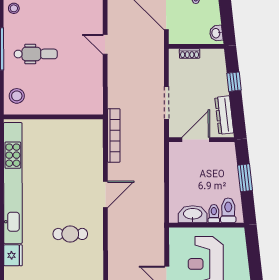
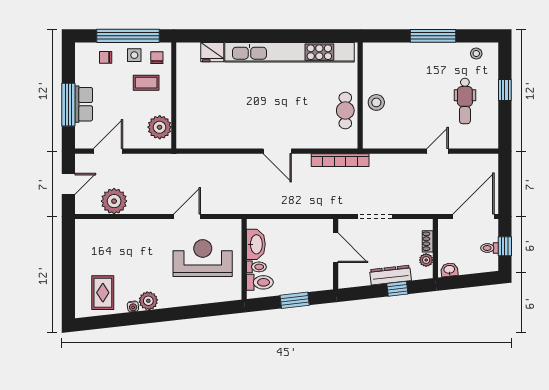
dental chair: (36, 54) -> (465, 101), moved
plant: (207, 55) -> (426, 260), added
stool: (17, 96) -> (376, 102), moved
dresser: (224, 115) -> (391, 275), moved
cafe table: (70, 234) -> (345, 111), moved

